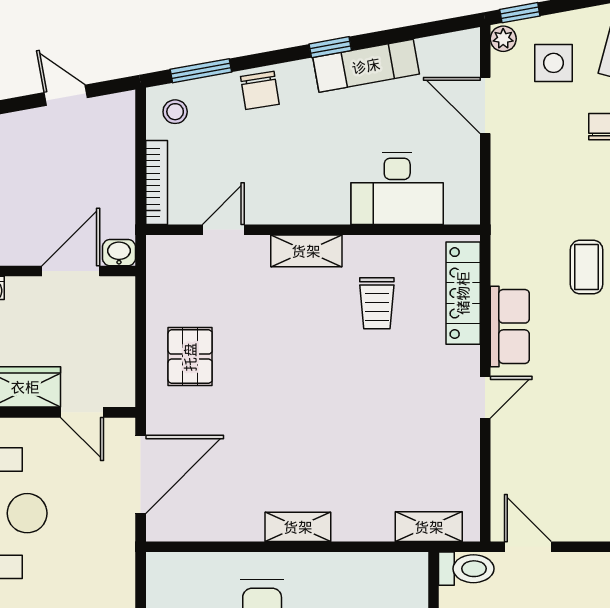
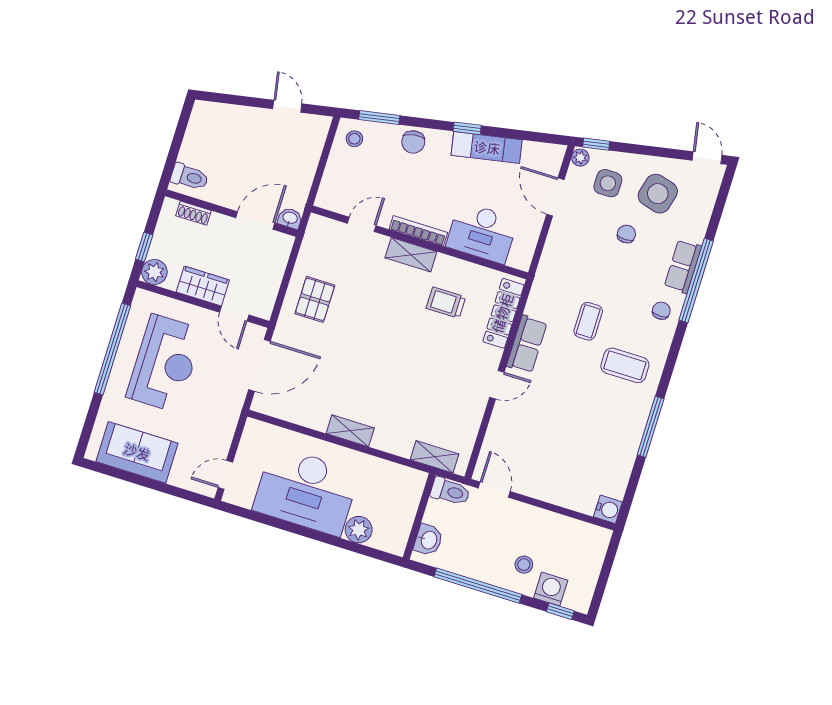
bookcase: (157, 182) -> (418, 231), moved, turned -90
trolley: (377, 303) -> (446, 303), turned 90

